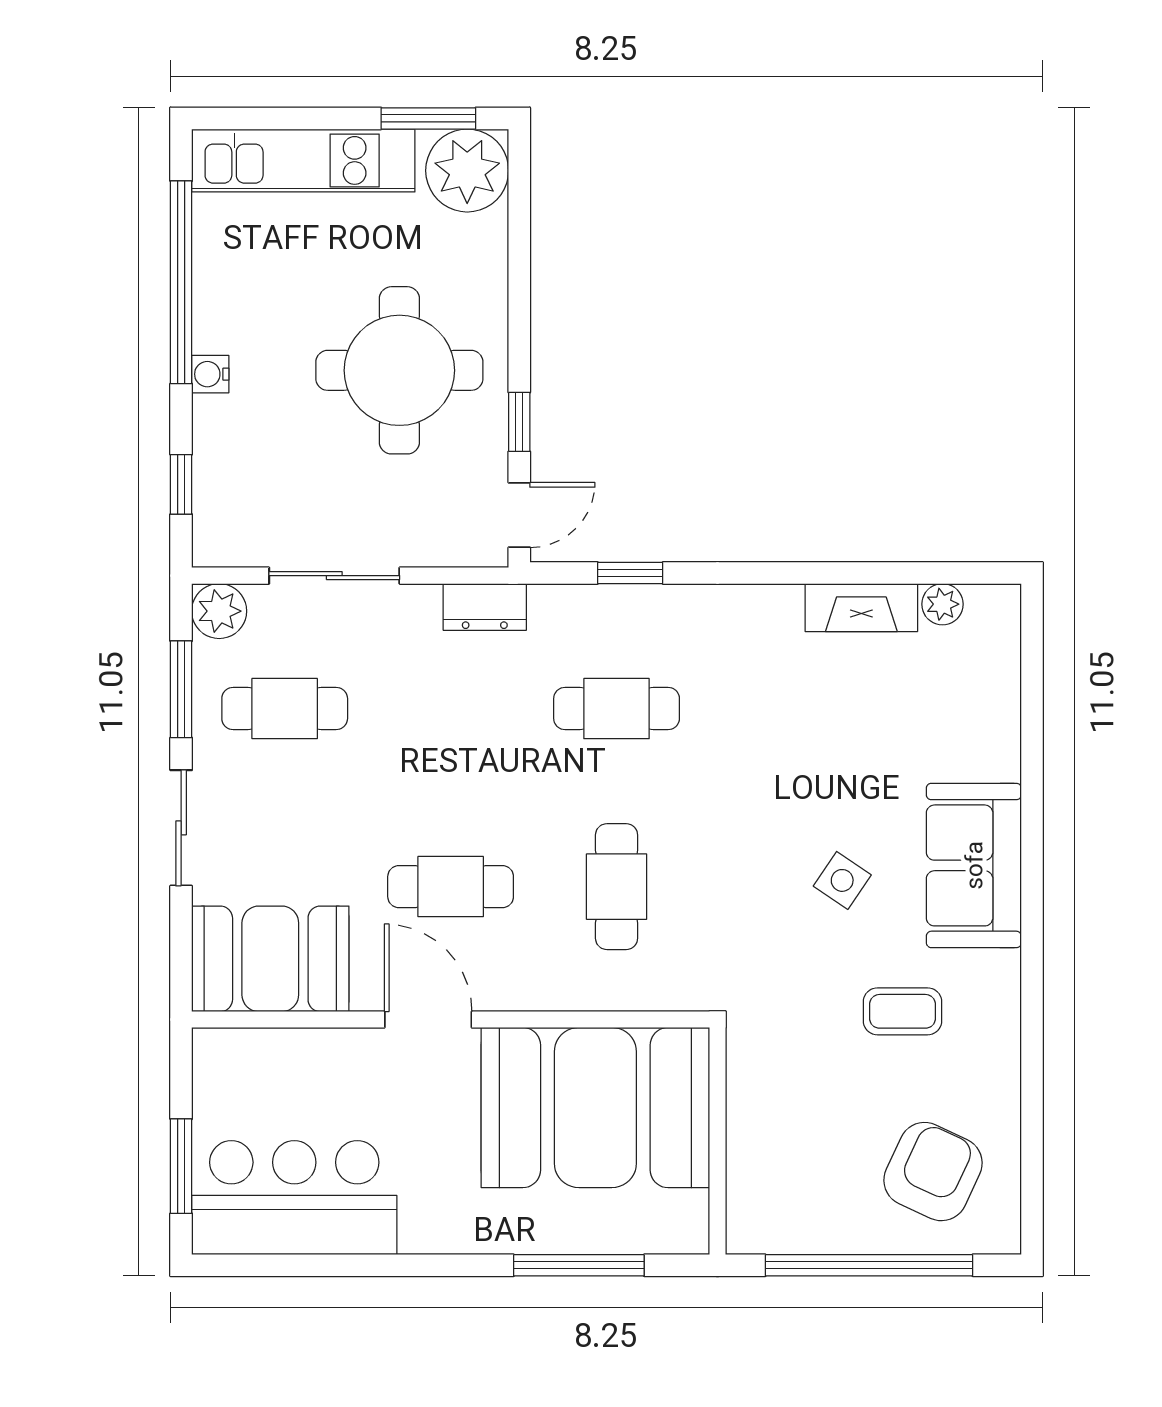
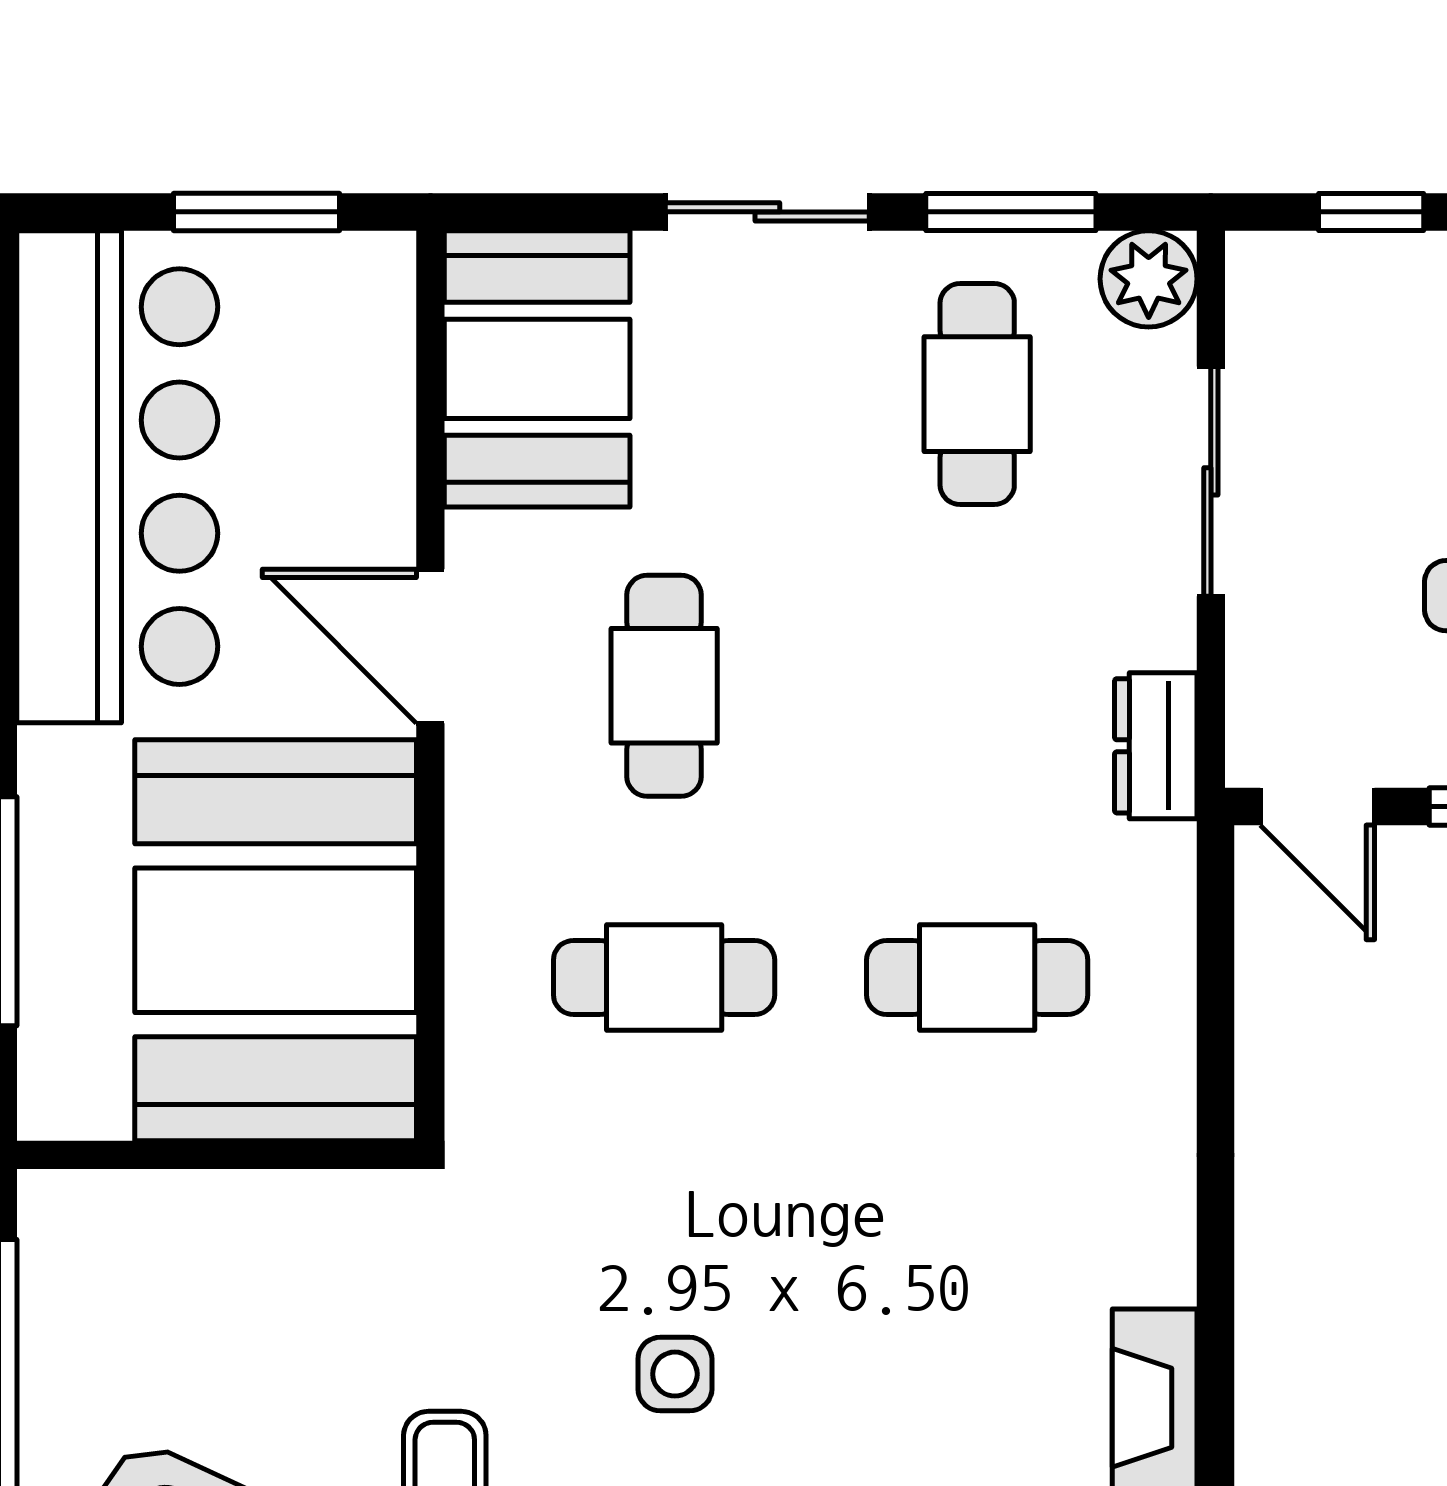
window: (630, 573) -> (1215, 1002), removed
cafe table: (617, 709) -> (977, 977), turned 90
side table: (842, 880) -> (675, 1374), turned -34
door: (428, 1020) -> (430, 646), swing flipped
window: (181, 1166) -> (256, 212), moved
bar counter: (294, 1198) -> (117, 477), width x1.36

